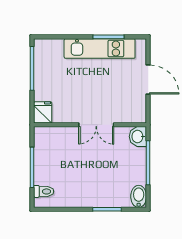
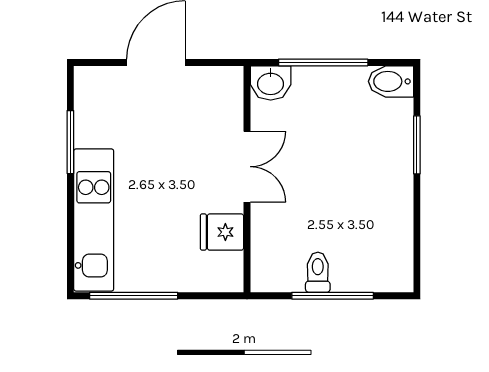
kitchen unit: (100, 49) -> (94, 220), moved
fridge: (43, 112) -> (222, 232), moved
toilet: (44, 191) -> (318, 272), moved

